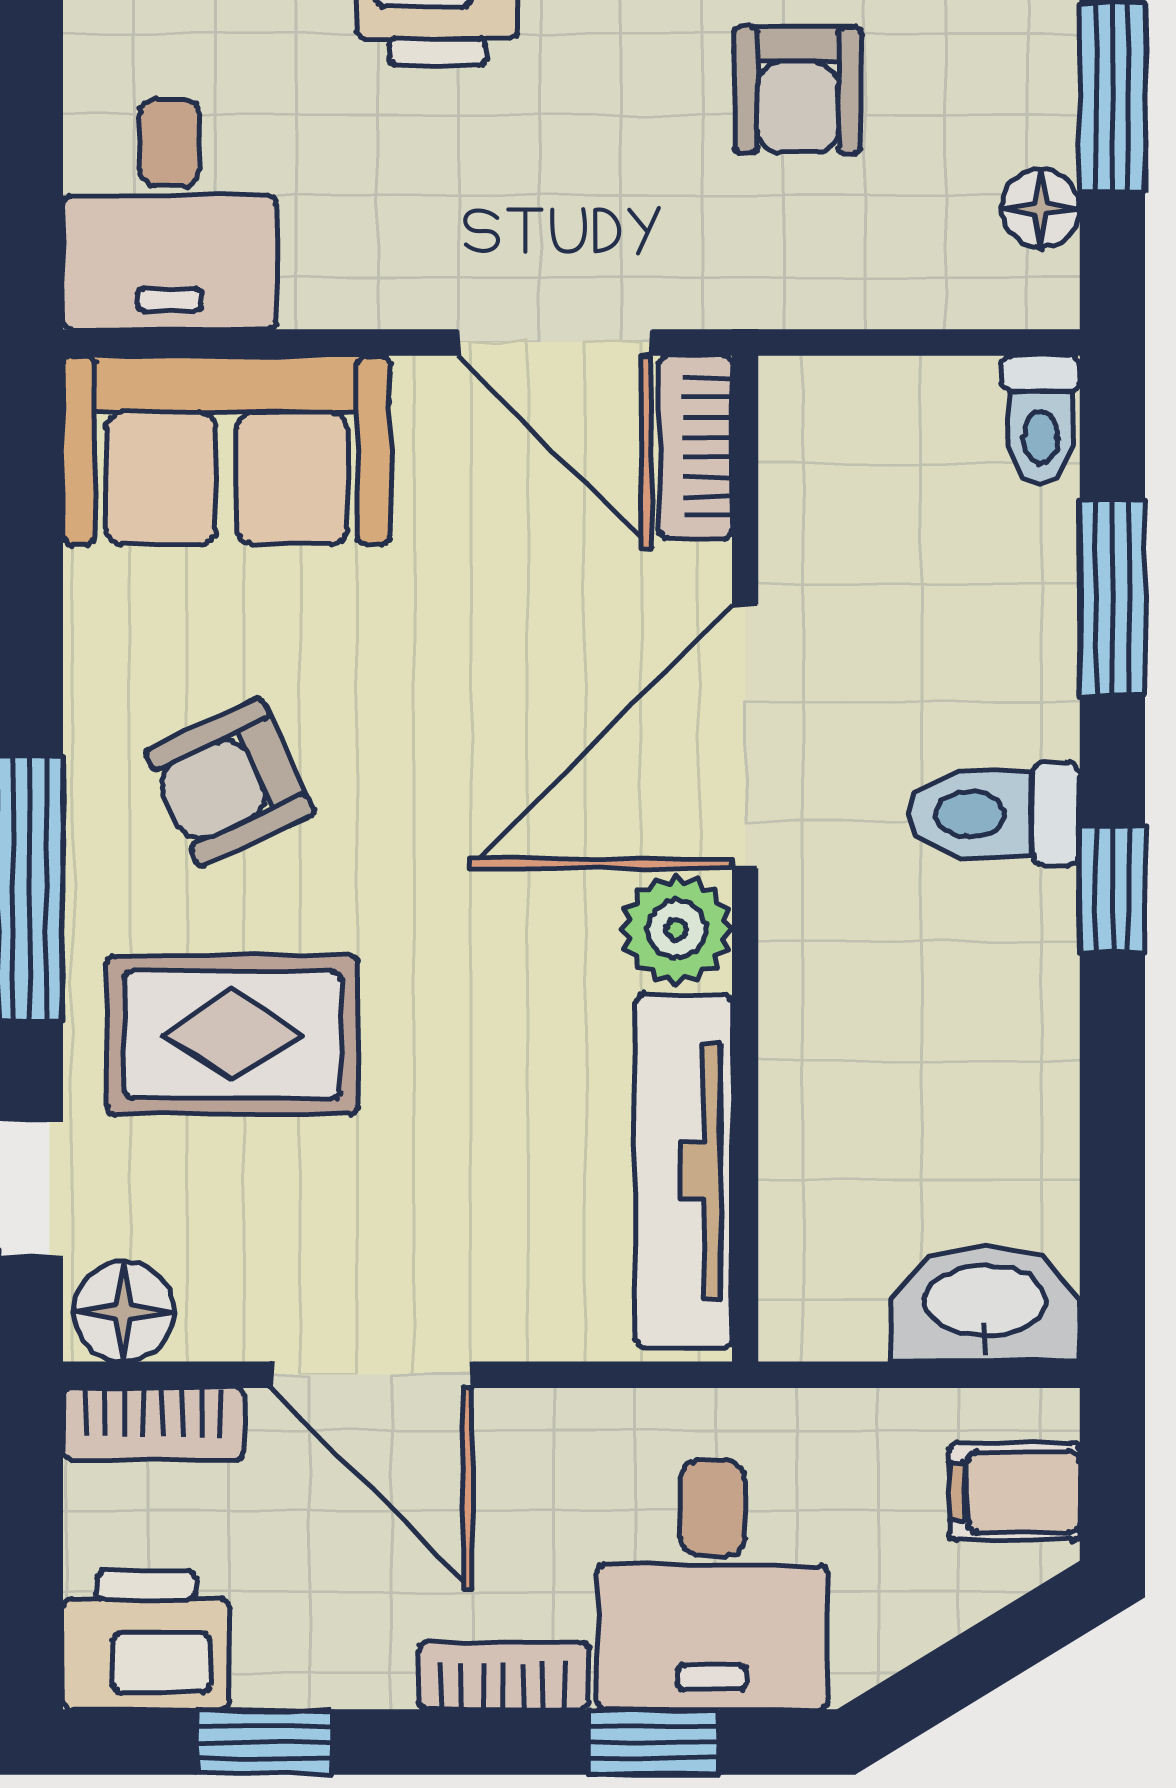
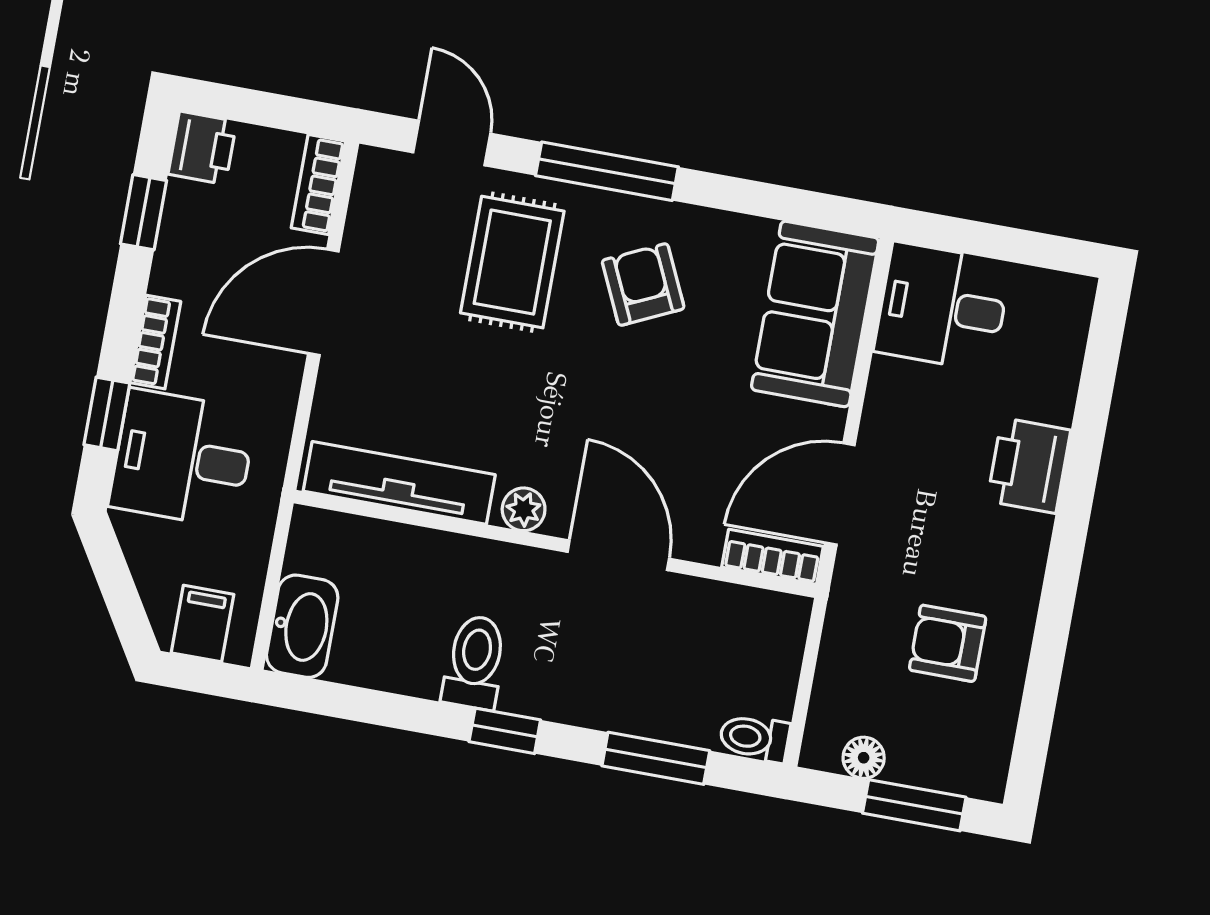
door: (745, 736) -> (618, 555), width x0.73
toilet: (994, 814) -> (475, 662), moved
plant: (676, 929) -> (524, 509), width x0.73, depth x0.73
floor lamp: (124, 1311) -> (379, 180), removed
printer: (146, 1640) -> (202, 148), width x0.73, depth x0.81

